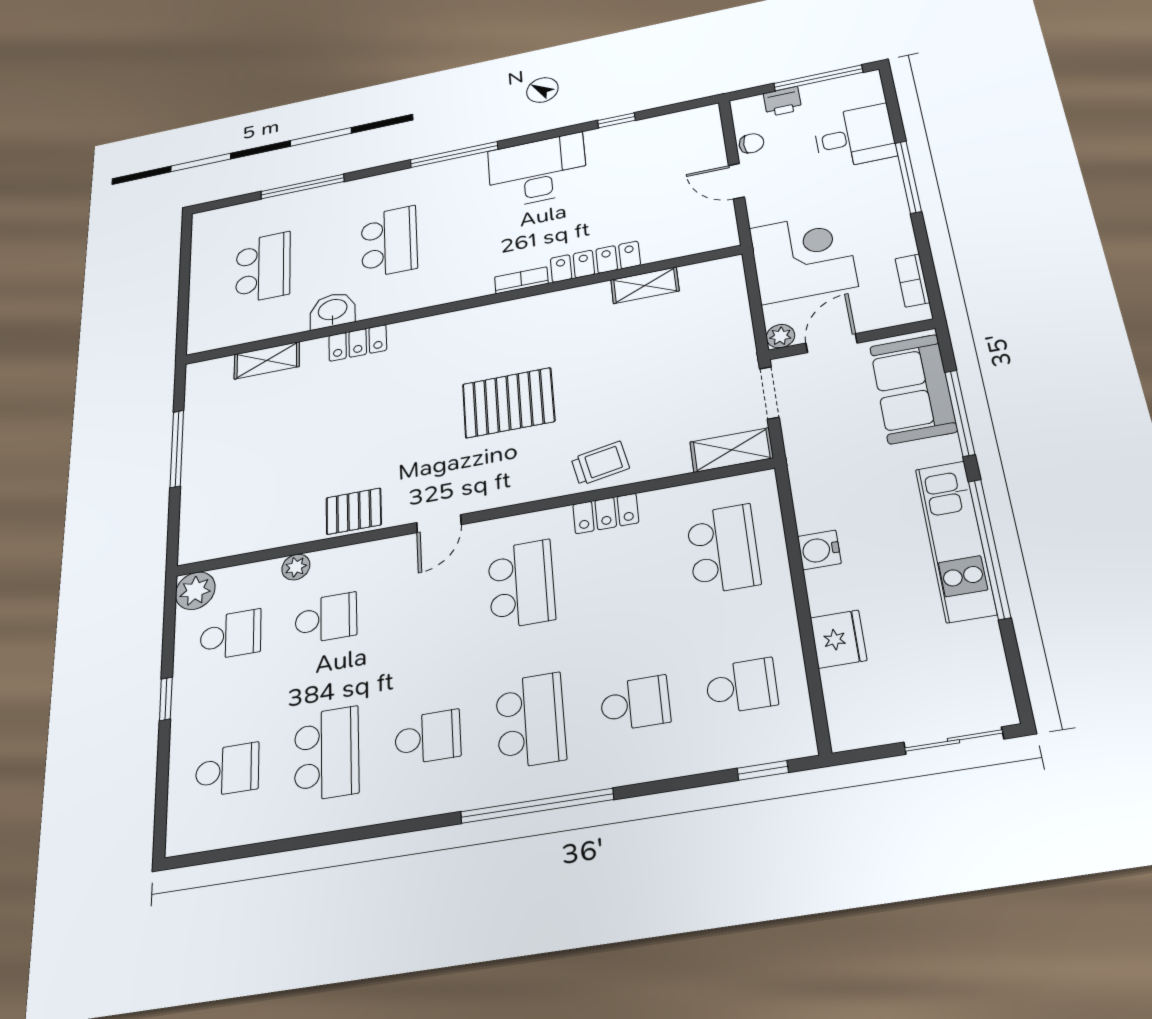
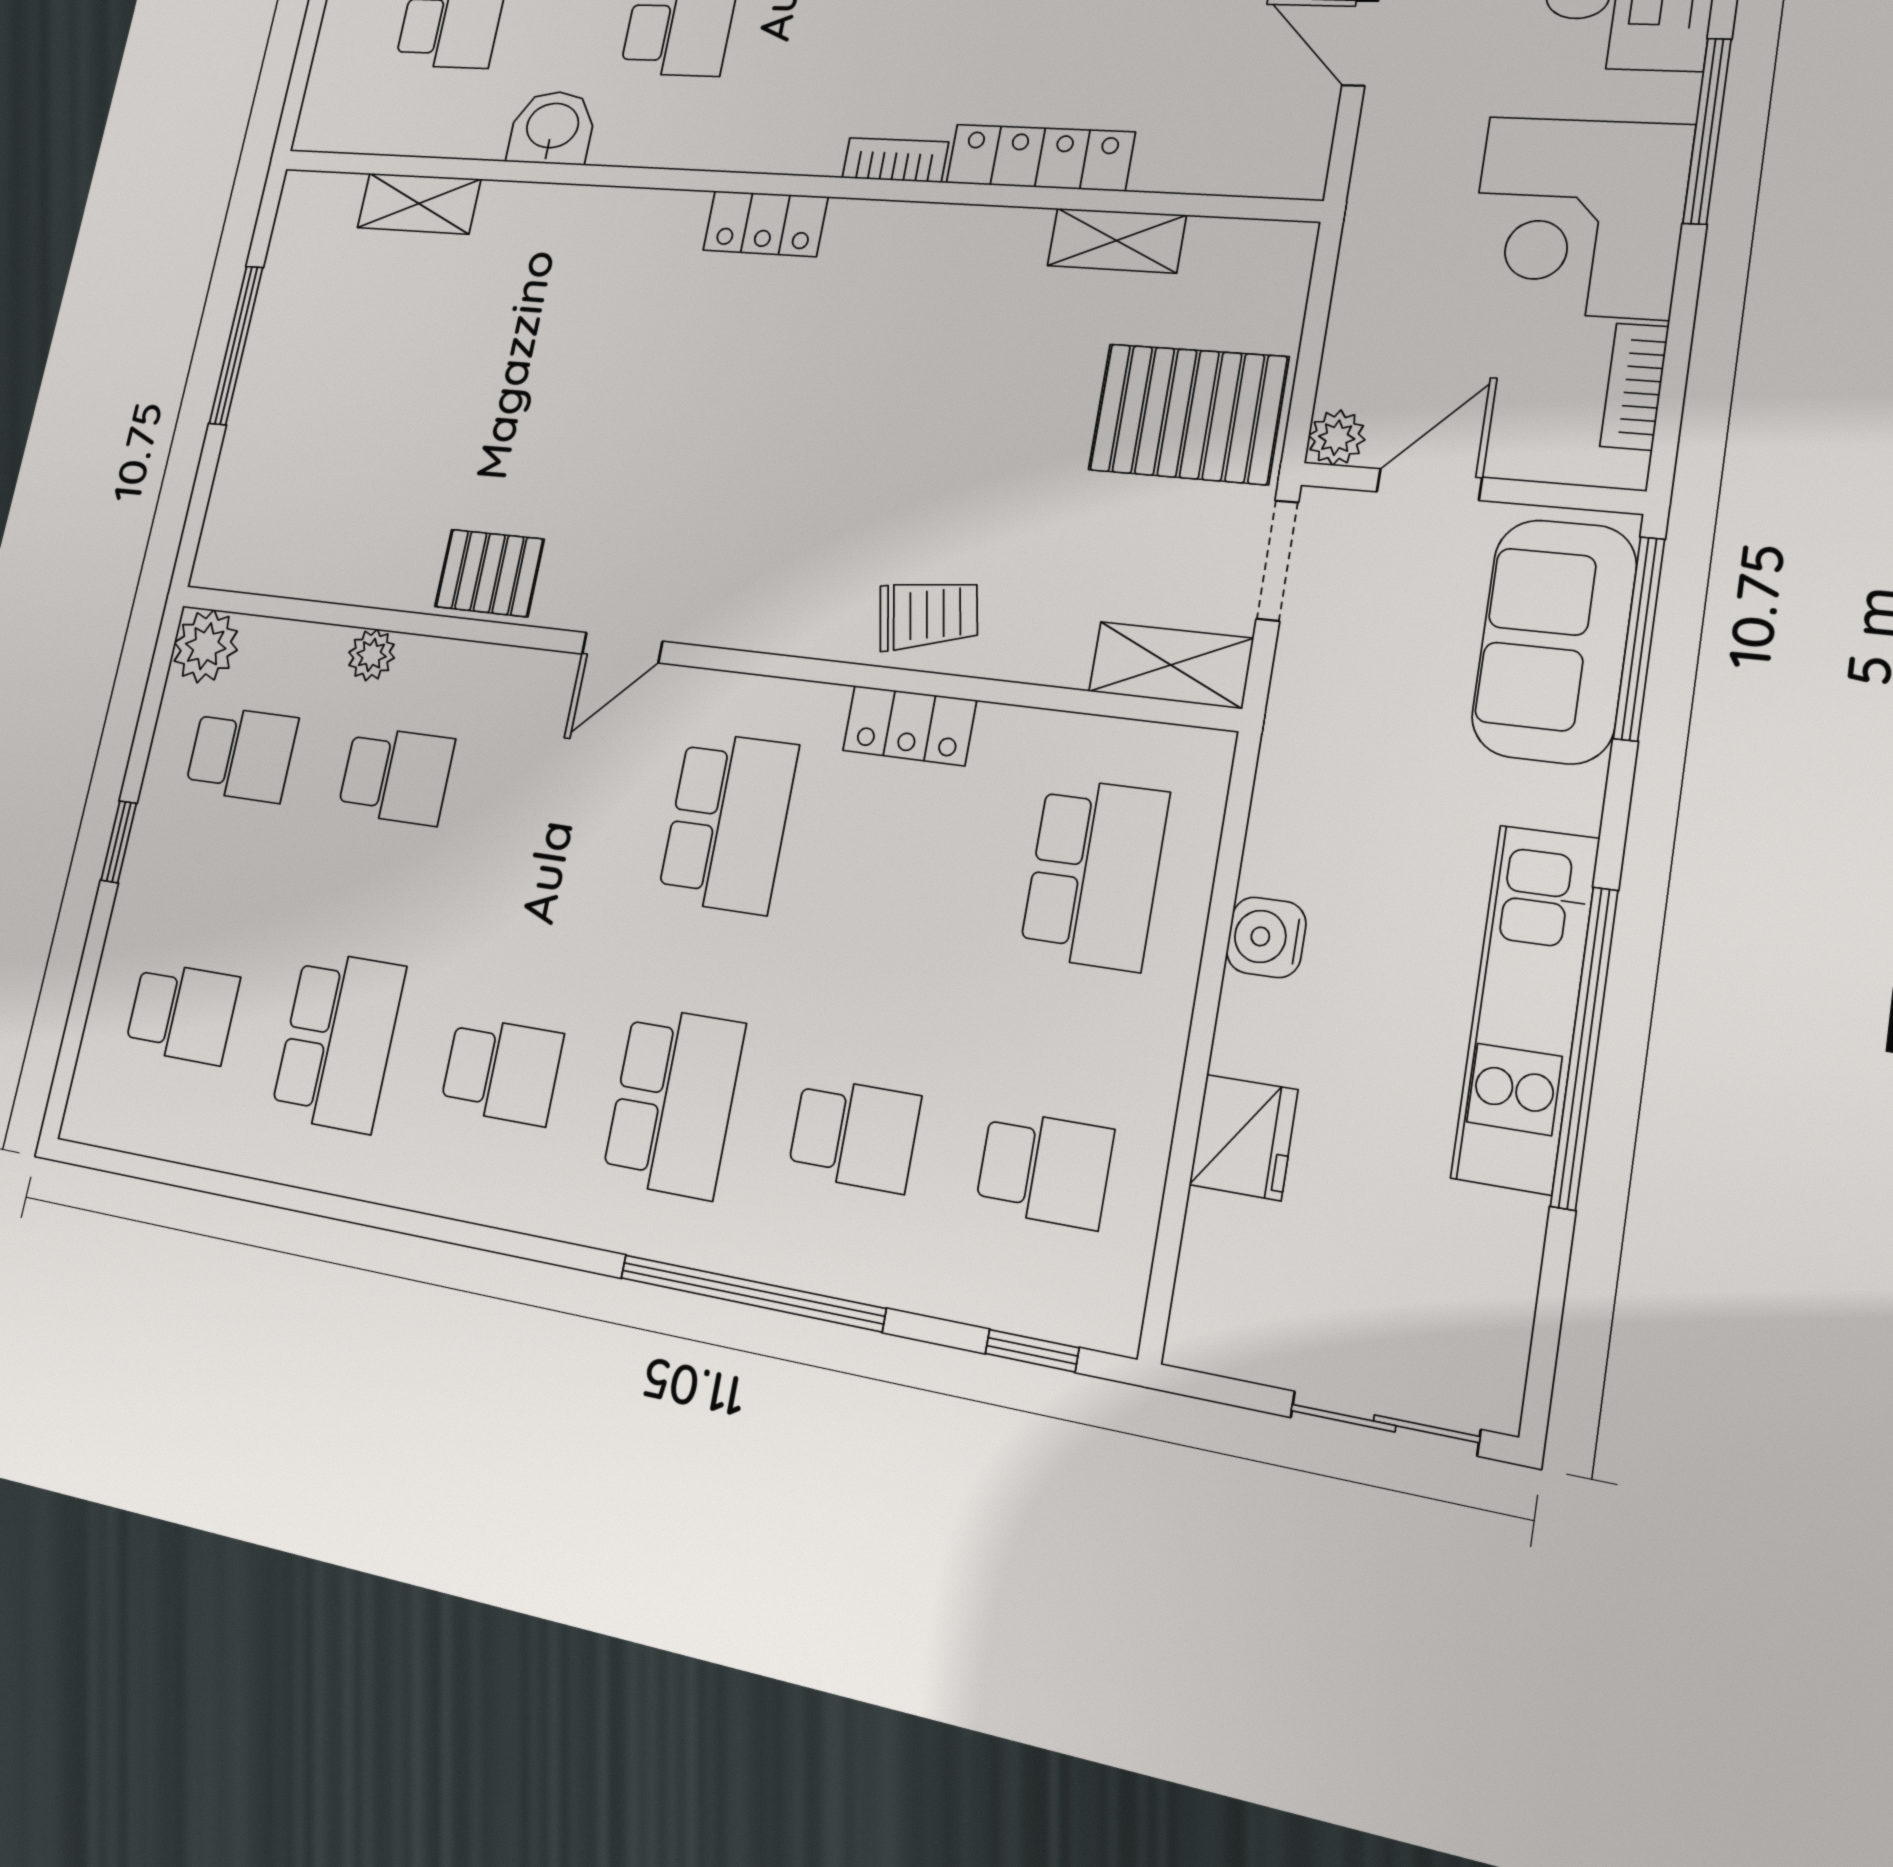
corner desk: (803, 257) -> (1578, 217), moved, turned 180
locker: (358, 343) -> (765, 224), moved
pallet: (508, 403) -> (1188, 414), moved
window: (960, 413) -> (1639, 638), moved
window: (537, 806) -> (752, 1293), moved

